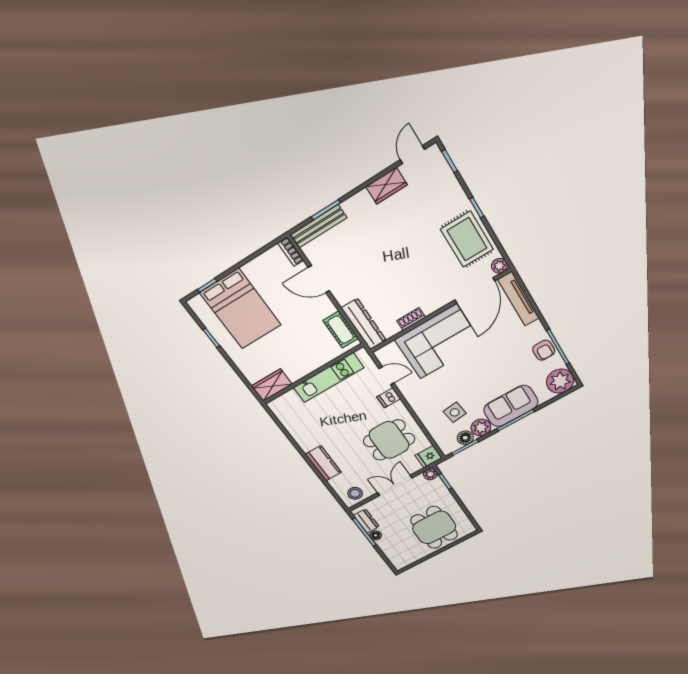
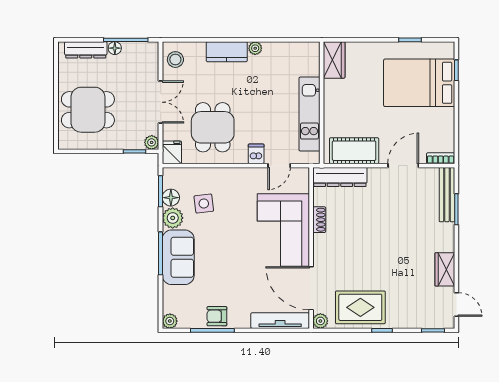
cot: (341, 330) -> (354, 151), width x1.37, depth x1.34
plant: (560, 381) -> (170, 321), width x0.53, depth x0.53
plant: (306, 446) -> (255, 48), added
dresser: (366, 521) -> (86, 50), moved, width x1.44

